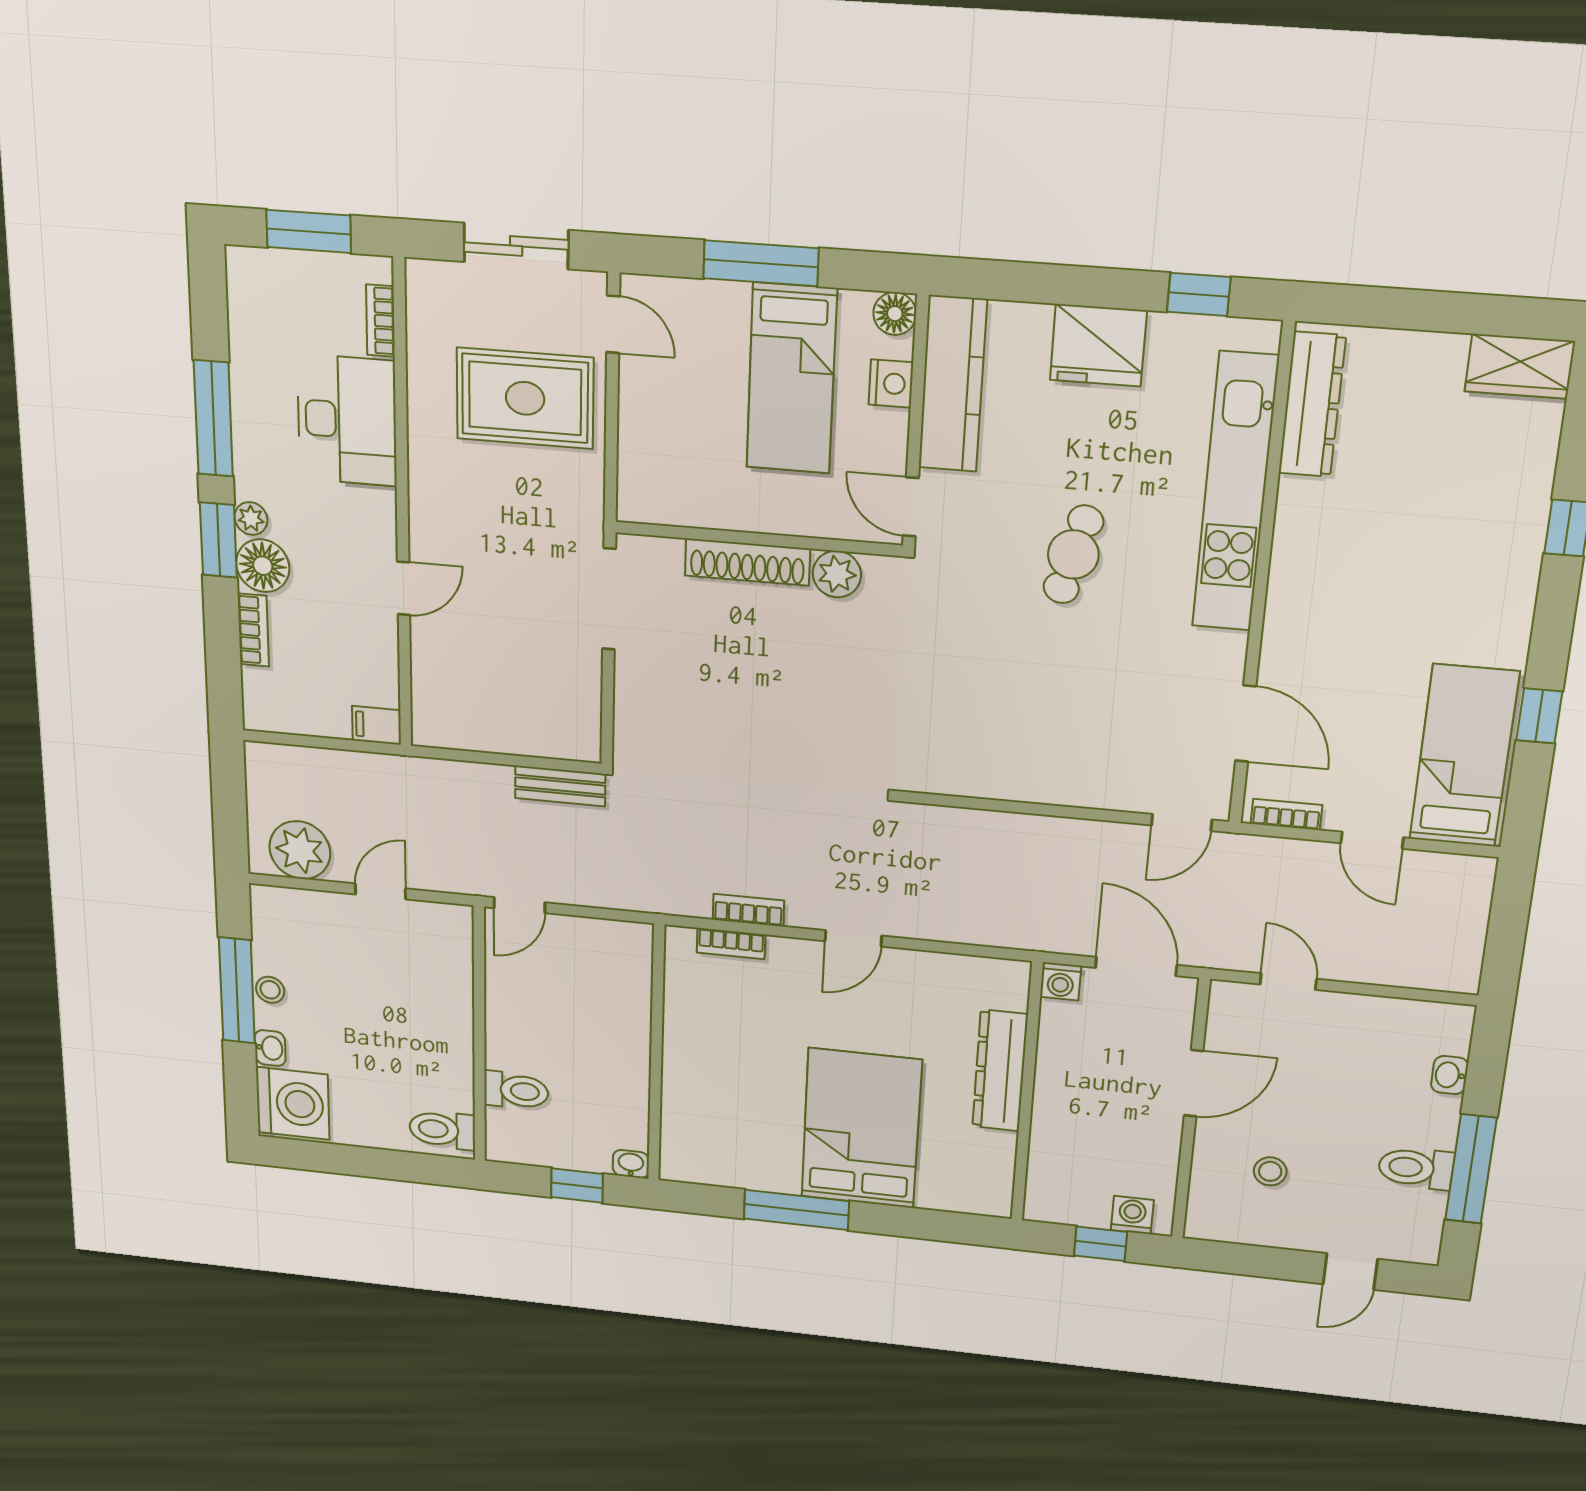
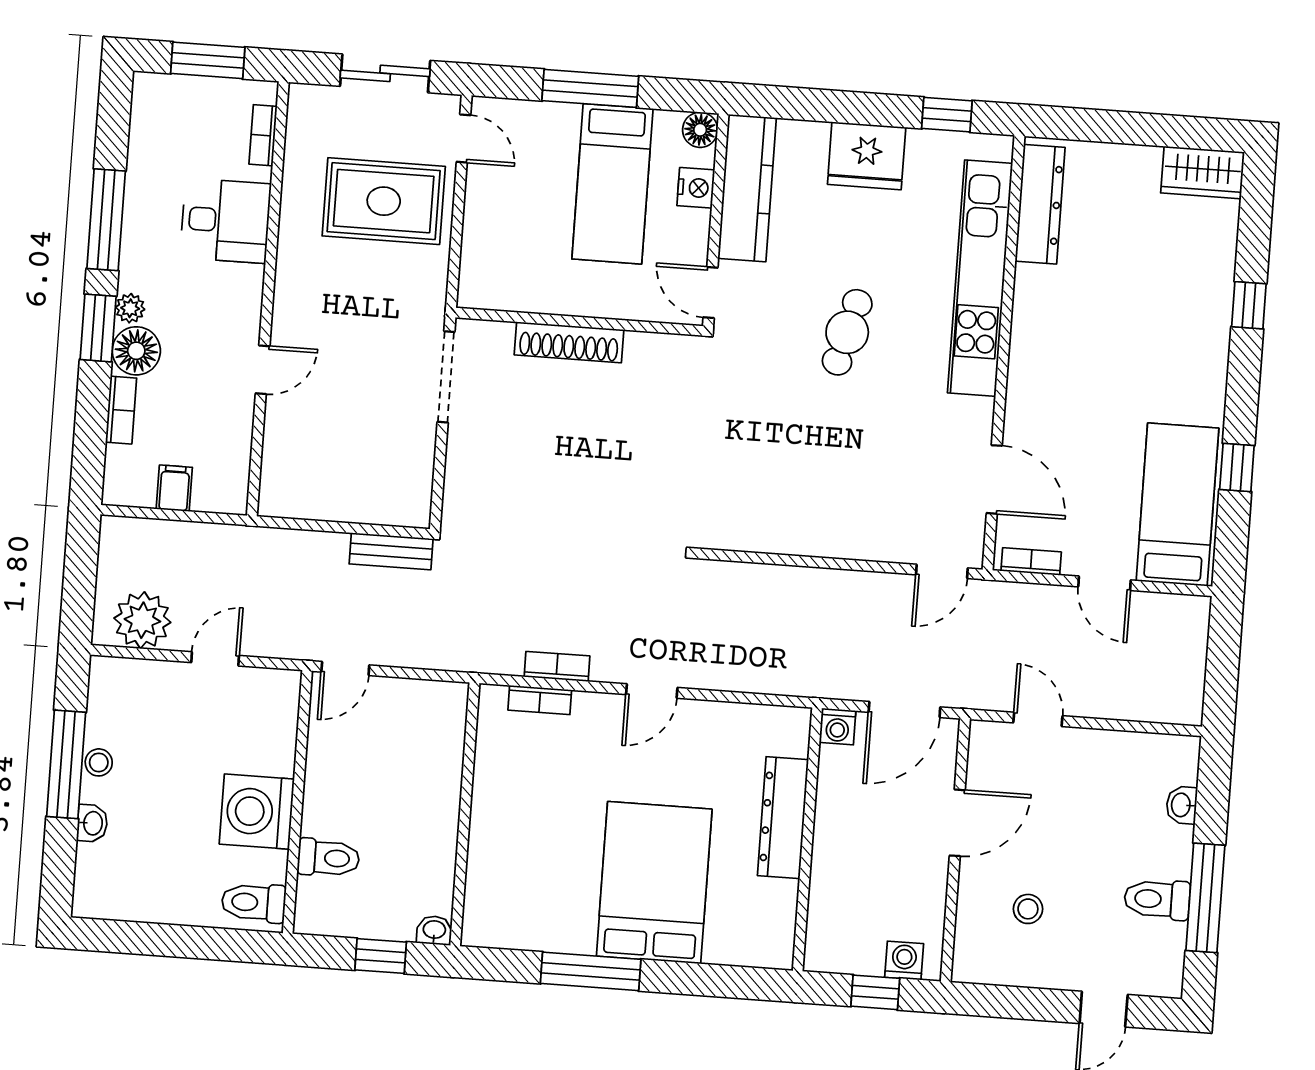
desk: (347, 420) -> (226, 221), width x0.73
plant: (837, 574) -> (646, 352), removed
filing cabinet: (377, 725) -> (174, 488), moved, turned 90
door: (1136, 966) -> (904, 710), swing flipped
washing machine: (293, 1103) -> (257, 812), moved, turned 180

